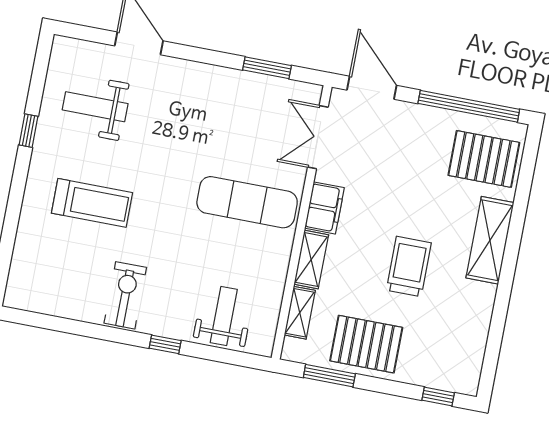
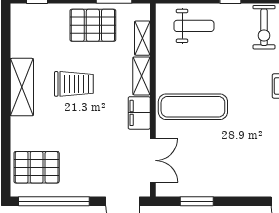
shelving: (490, 240) -> (22, 87), moved
trolley: (409, 266) -> (74, 84), turned -90
weight bench: (224, 316) -> (194, 26), turned -90

